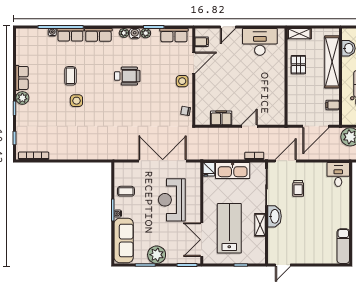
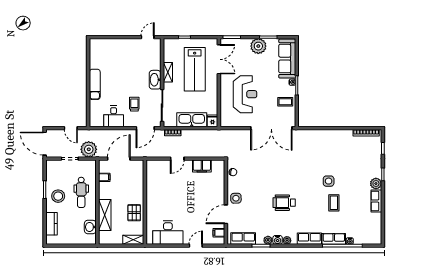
shelving: (332, 62) -> (105, 215), width x0.68
double door: (163, 161) -> (271, 128), moved
desk: (338, 174) -> (114, 116), moved
exam couch: (343, 246) -> (95, 84), moved

